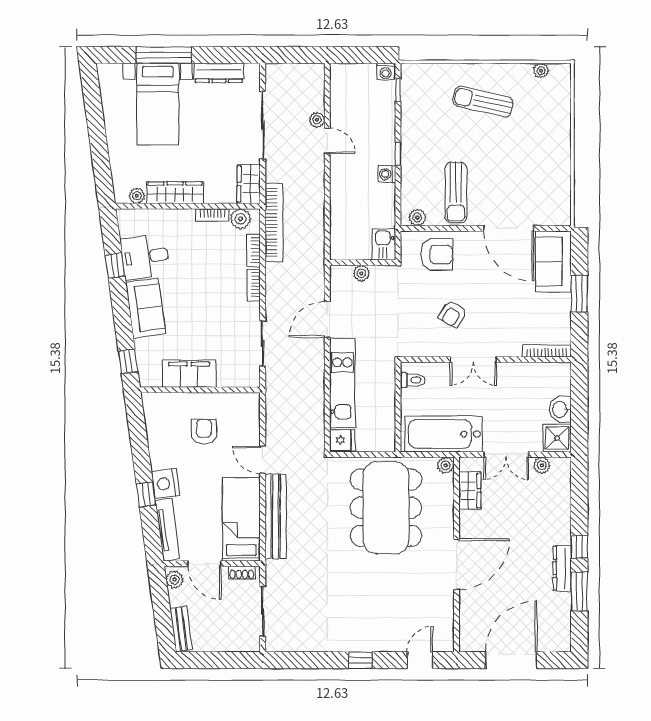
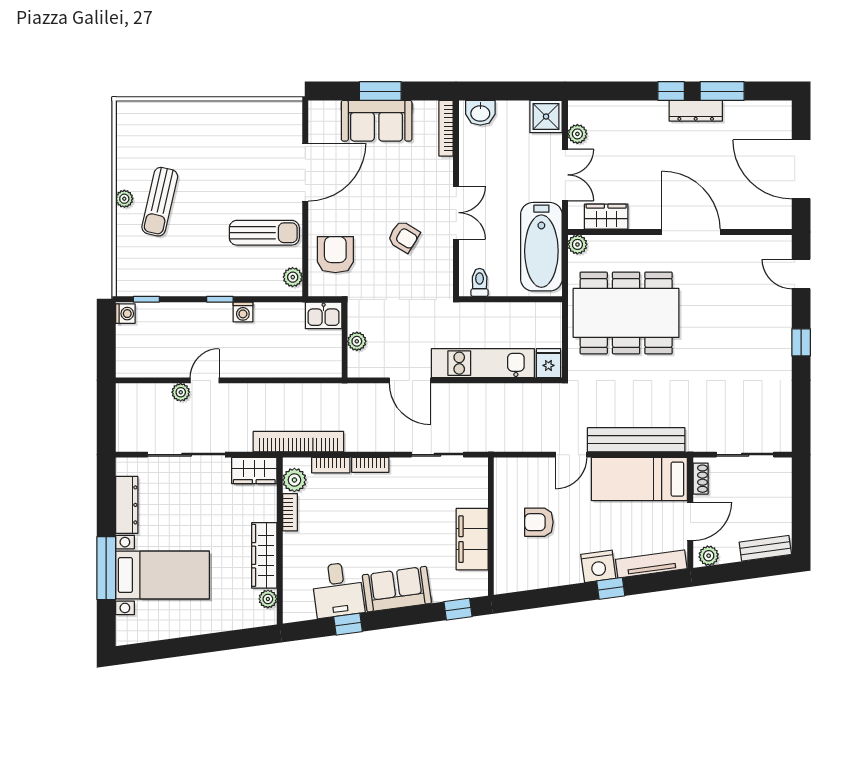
plant: (541, 71) -> (124, 199), moved
sofa: (553, 261) -> (377, 121), moved
washbasin: (560, 409) -> (480, 113), moved

